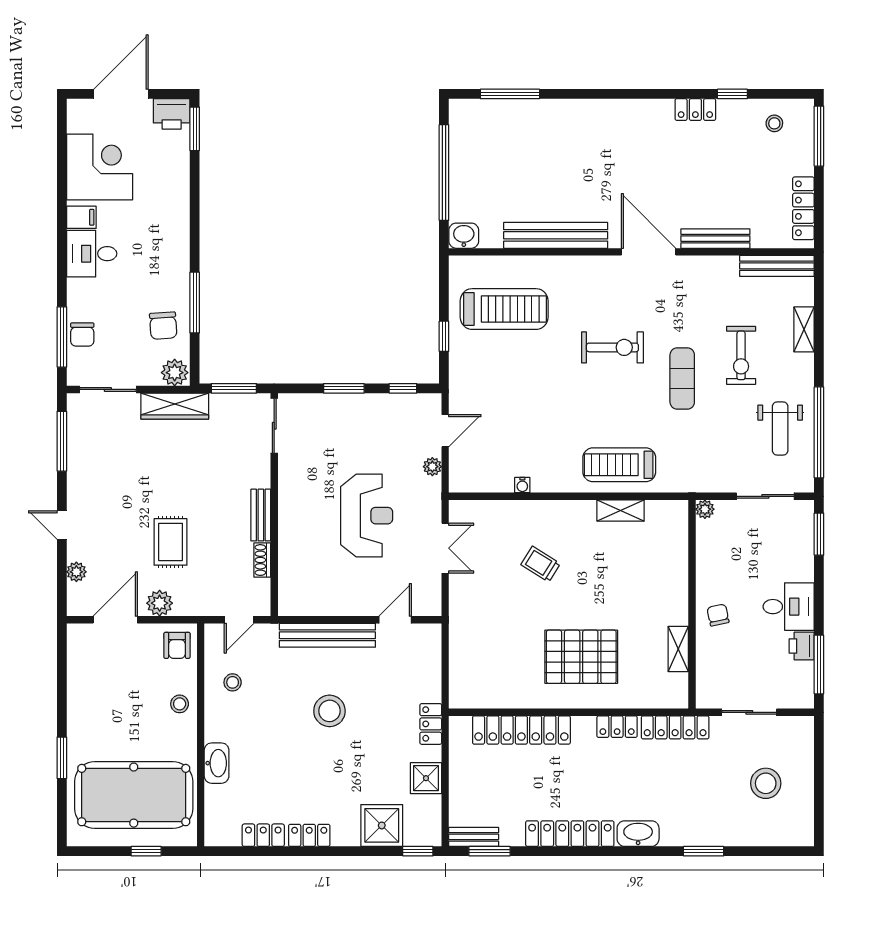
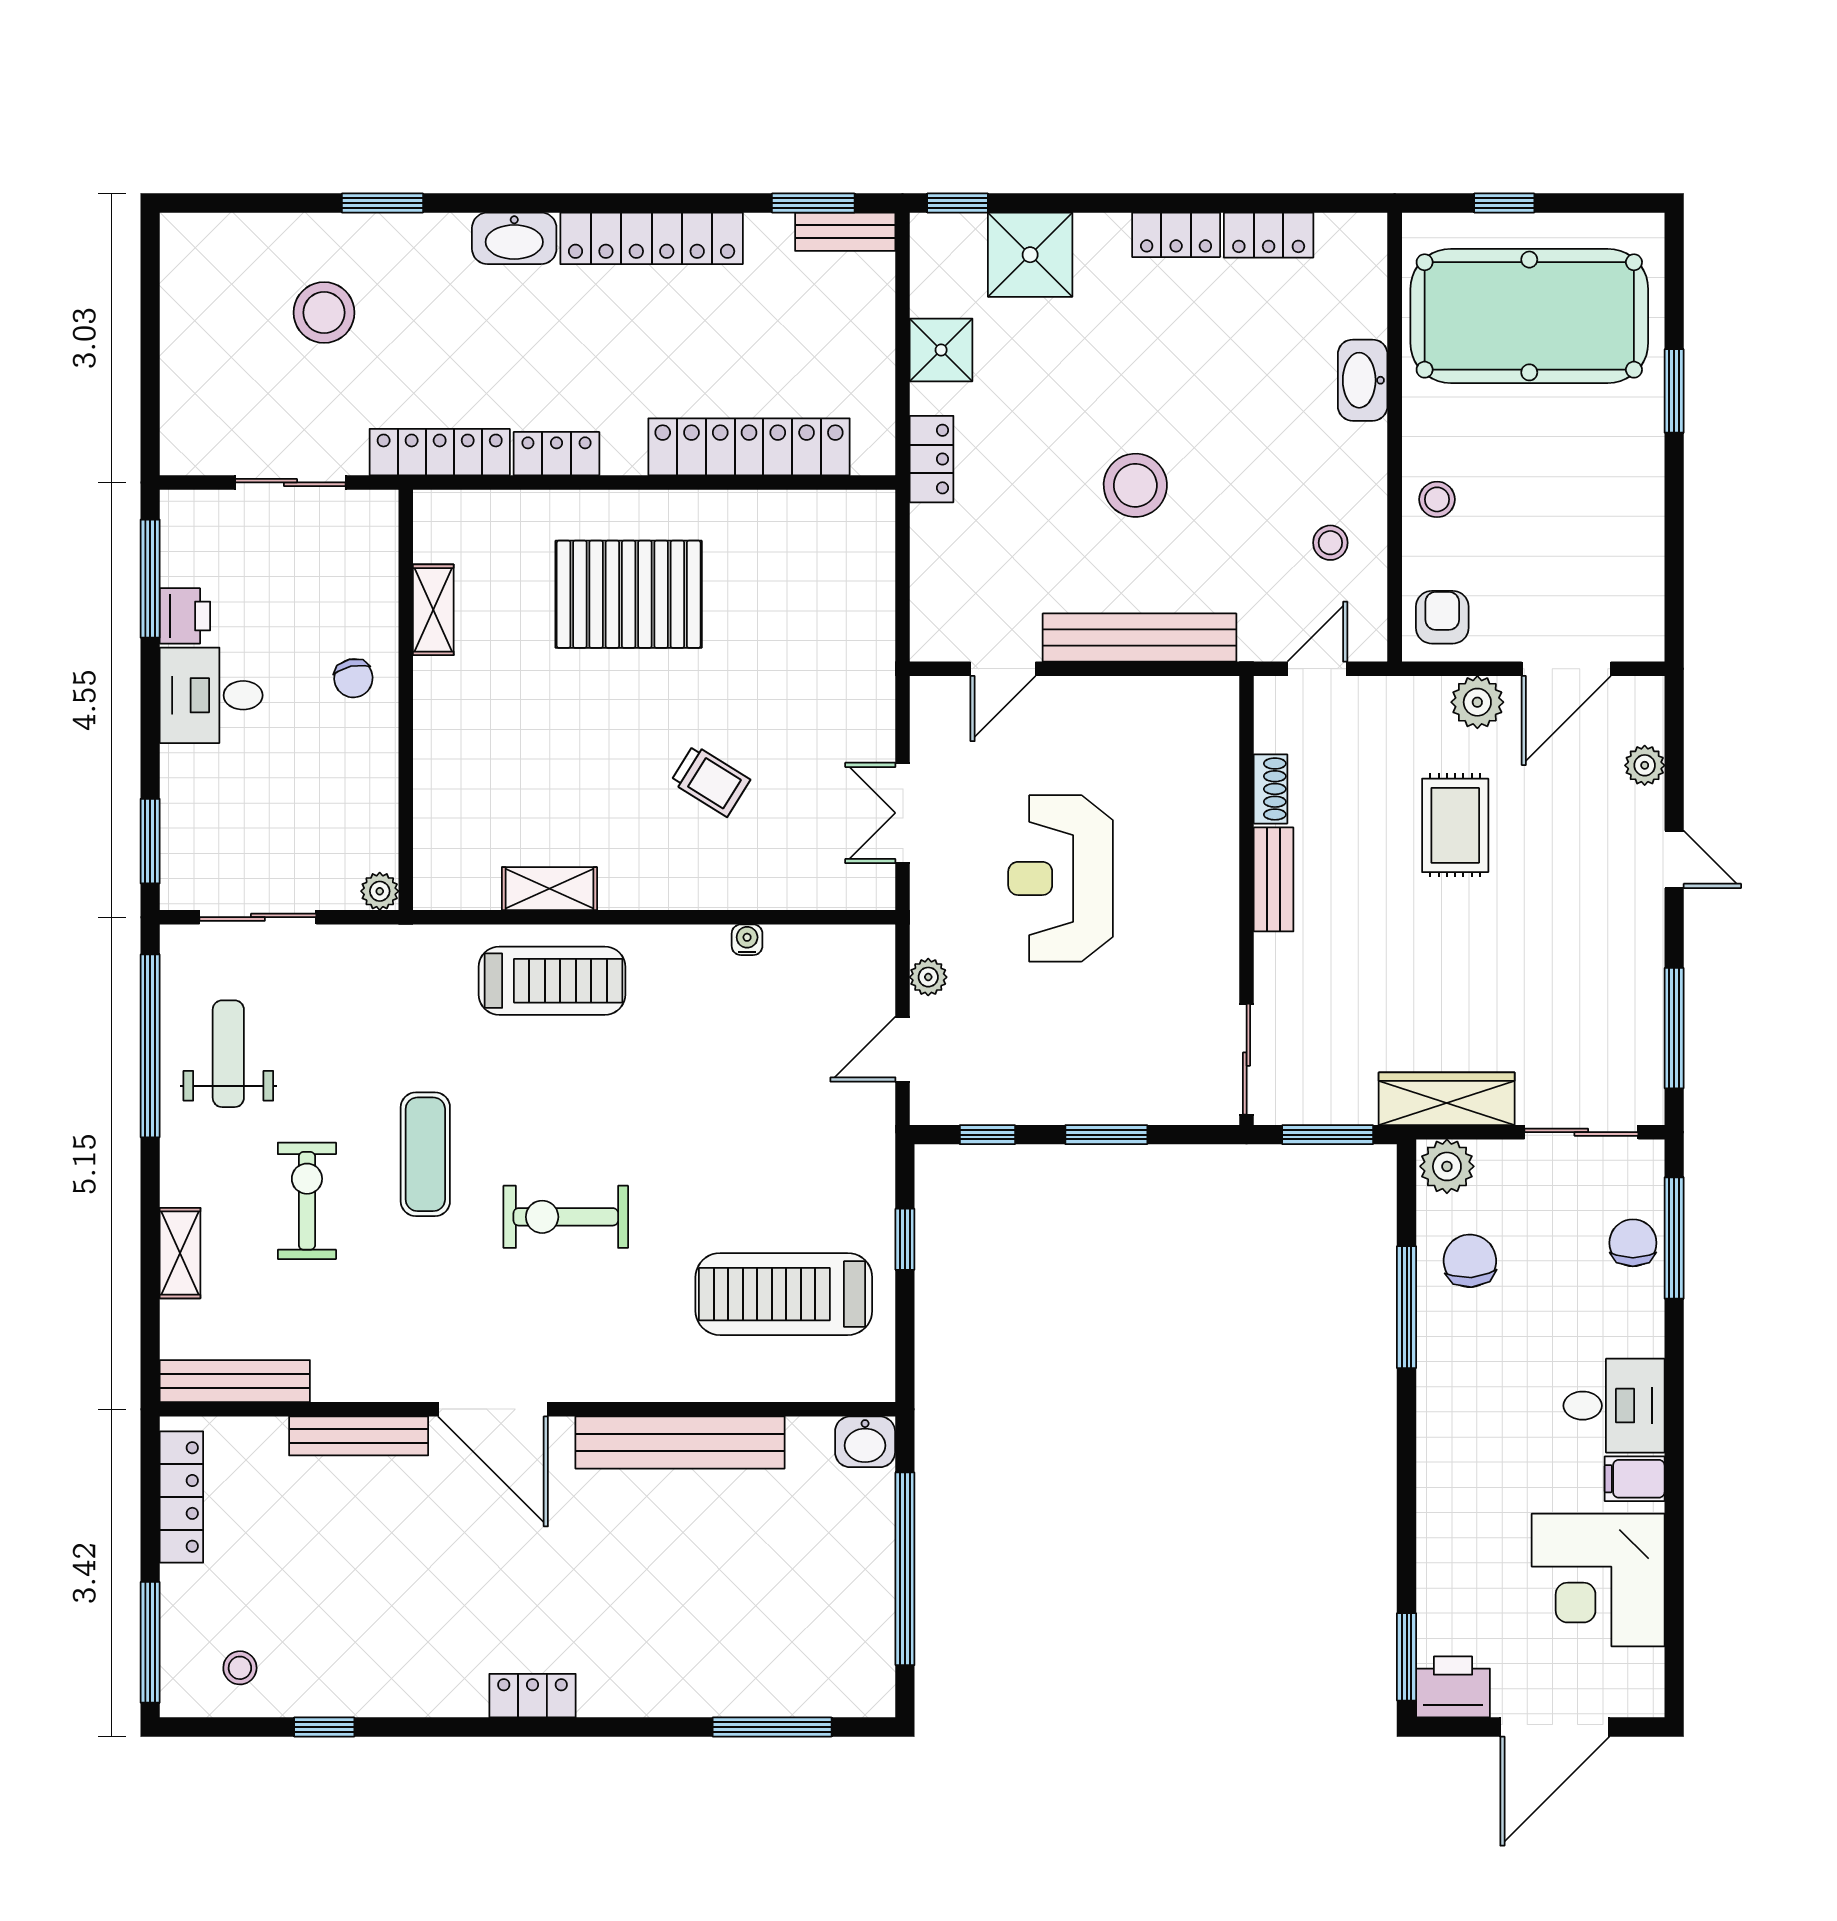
locker: (695, 110) -> (533, 1696), moved
stool: (766, 783) -> (324, 313), moved

